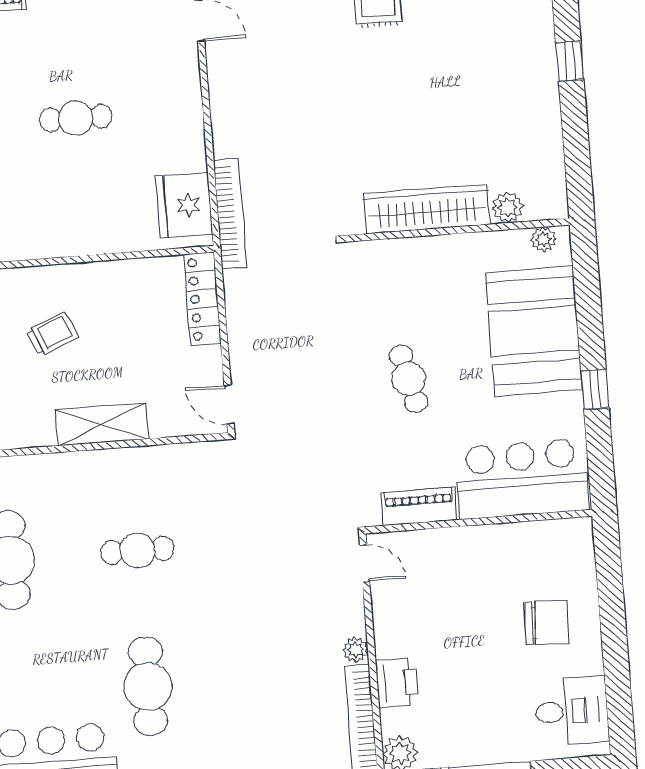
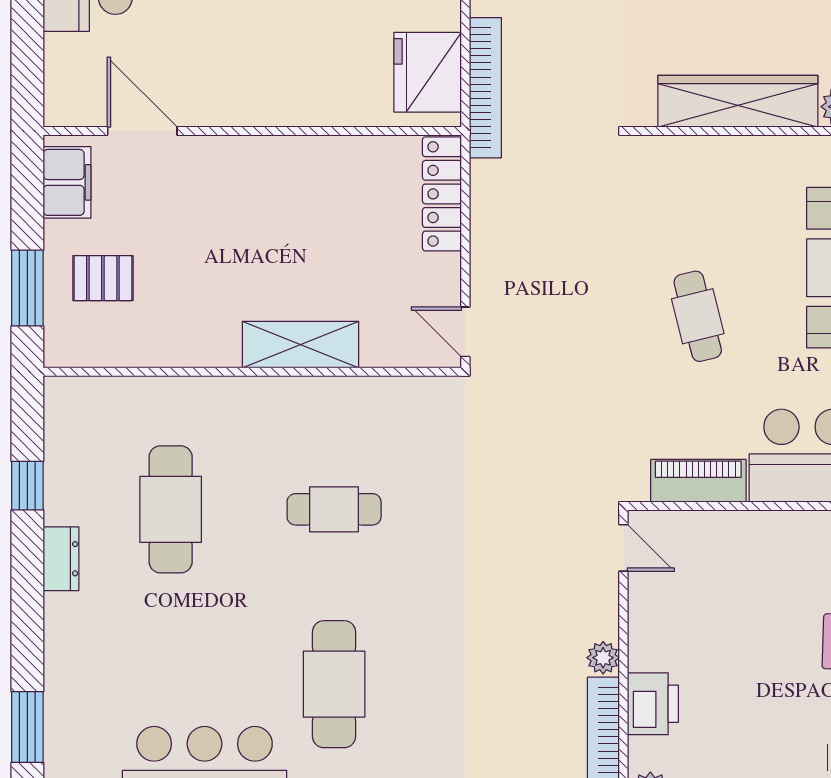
trolley: (52, 334) -> (246, 224), removed

